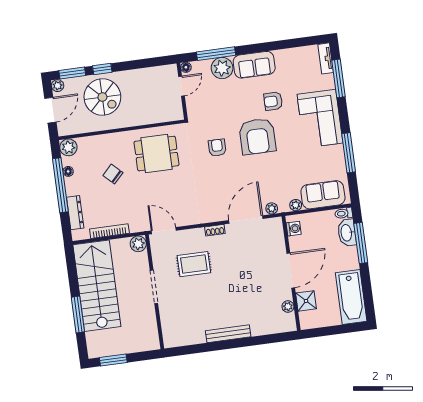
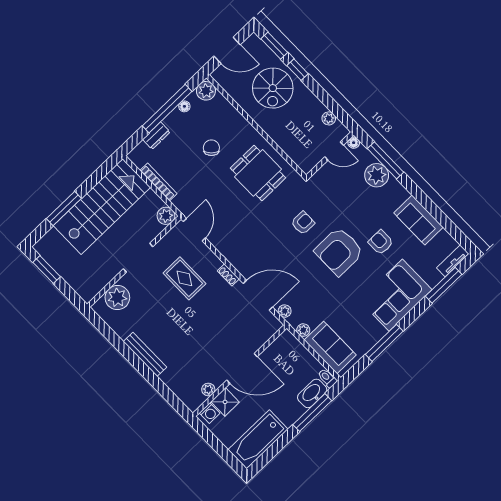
sofa: (254, 65) -> (418, 220), moved
plant: (58, 86) -> (329, 118), moved
dresser: (75, 213) -> (156, 136), width x0.70
washing machine: (294, 229) -> (210, 413), moved
plant: (172, 323) -> (117, 298), added

